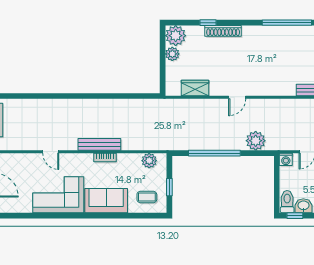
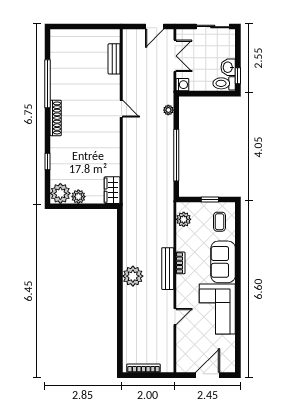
shoe rack: (223, 31) -> (56, 118), moved
wardrobe: (195, 88) -> (112, 190), moved
door: (237, 97) -> (121, 109), moved
plant: (92, 109) -> (133, 276), added
plant: (256, 141) -> (168, 110), width x0.53, depth x0.53

